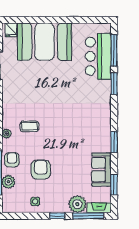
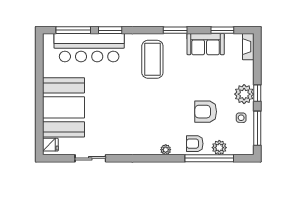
bar counter: (98, 56) -> (89, 48), width x1.36
coffee table: (30, 126) -> (152, 59), moved, width x1.86, depth x1.72
plant: (77, 204) -> (244, 94), moved
window: (88, 216) -> (257, 128), moved

